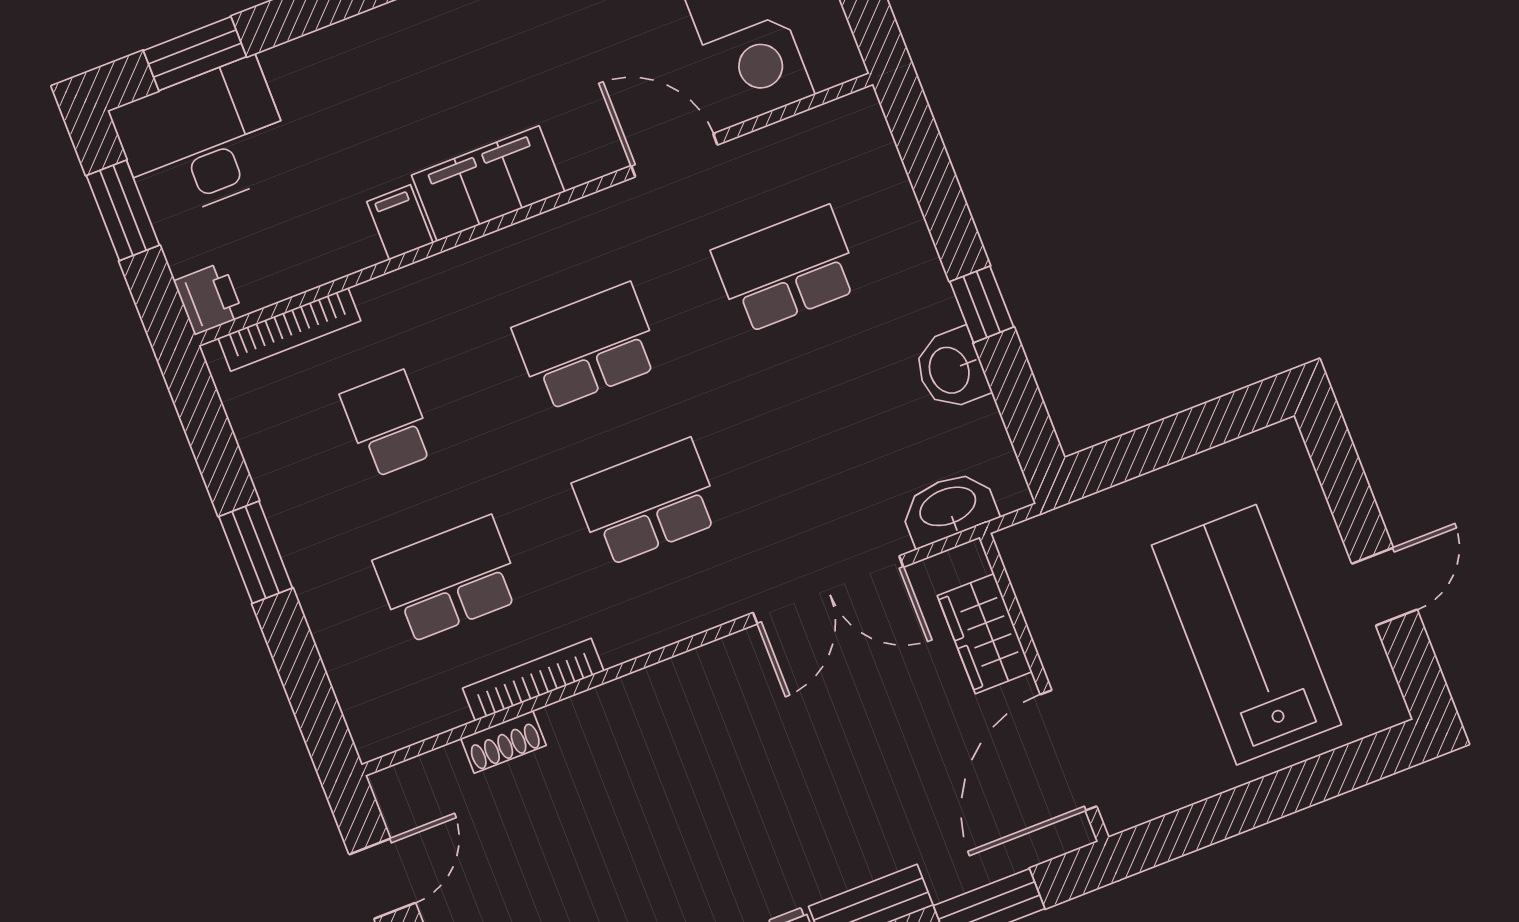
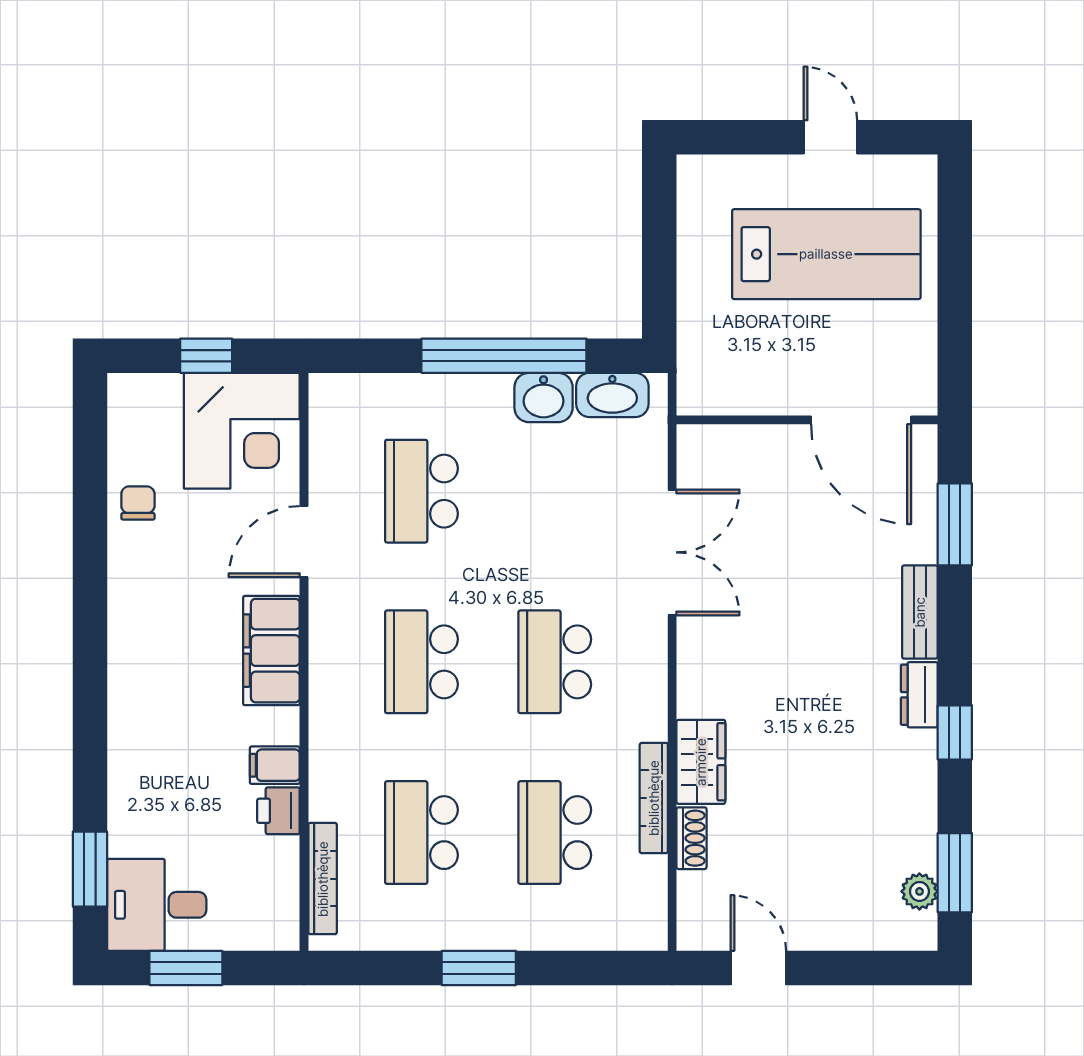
desk: (204, 140) -> (157, 905), width x0.73
filing cabinet: (488, 184) -> (271, 651), moved
printer: (209, 299) -> (278, 811), moved, turned -90
window: (982, 304) -> (504, 356), width x3.17
school desk: (388, 424) -> (421, 833), width x1.85
washbasin: (948, 508) -> (612, 395), moved, turned -90
wardrobe: (985, 634) -> (701, 762), moved, turned -90
lab bench: (1246, 635) -> (826, 254), turned 180

